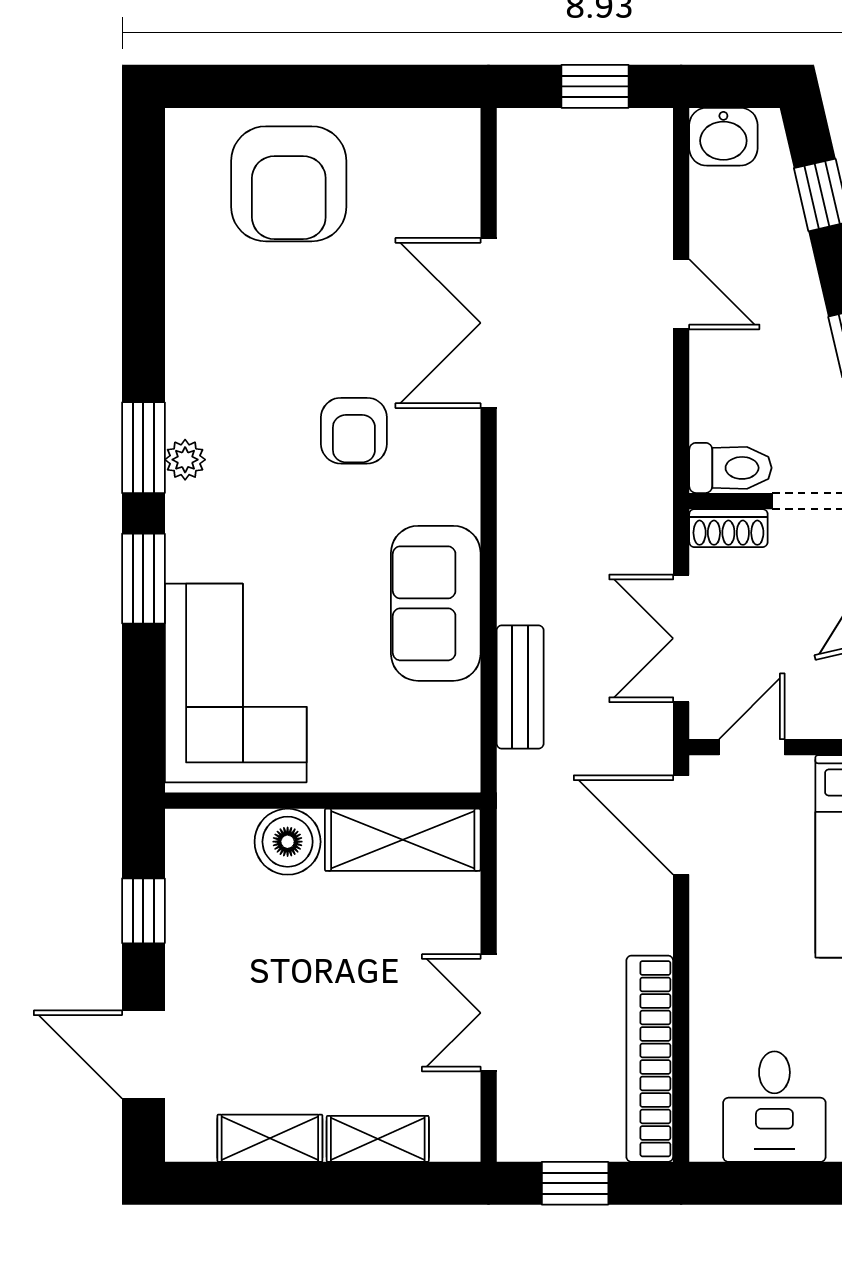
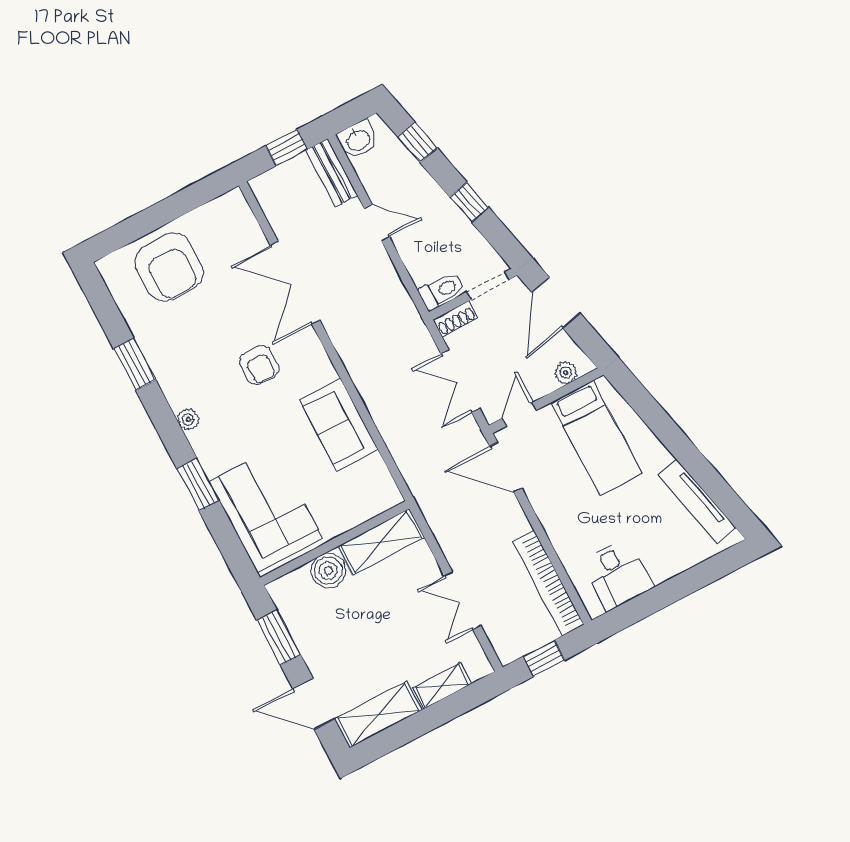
window: (143, 448) -> (135, 364), moved
bench: (520, 687) -> (332, 173), moved
window: (143, 911) -> (279, 638), width x1.50
shelving: (270, 1138) -> (378, 714), width x1.50, depth x1.33

